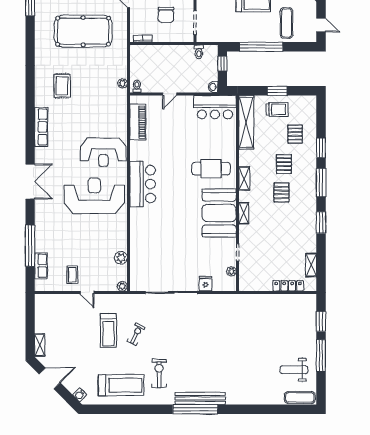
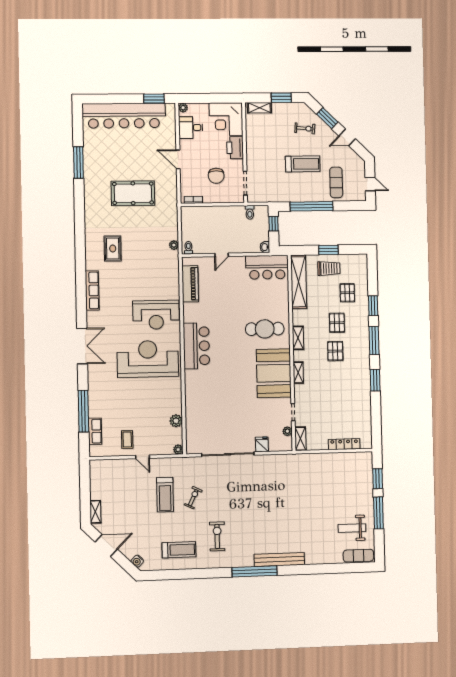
pool table: (83, 31) -> (133, 193), width x0.73, depth x0.76
shelving: (311, 265) -> (300, 439), moved
treadmill: (121, 385) -> (179, 550), width x0.73, depth x0.73
bench: (200, 398) -> (279, 560), moved

